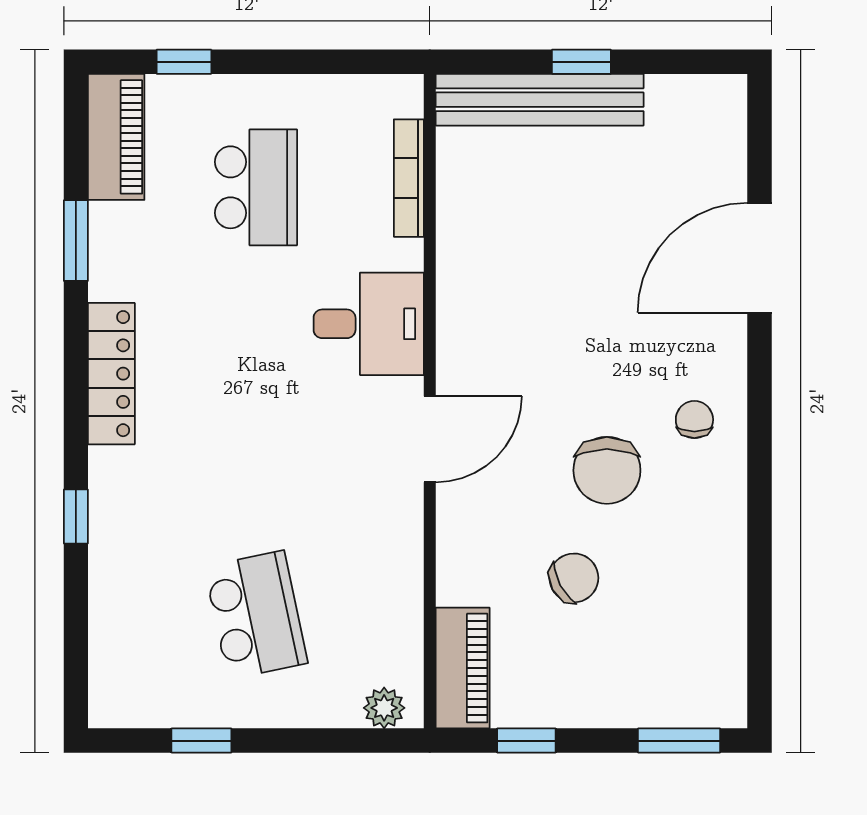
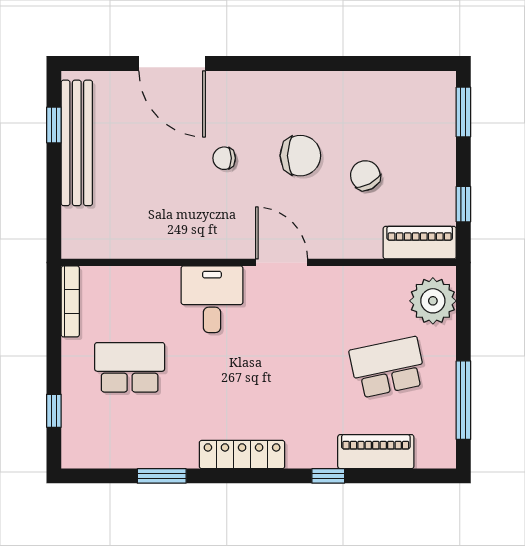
window: (581, 62) -> (54, 125), moved
bench: (540, 100) -> (77, 143), moved
piano: (116, 137) -> (376, 452), moved
bookcase: (409, 178) -> (70, 301), moved, turned -90
chair: (694, 420) -> (224, 158), moved
plant: (384, 708) -> (433, 301), width x1.87, depth x1.87
window: (201, 741) -> (463, 400), width x2.17

